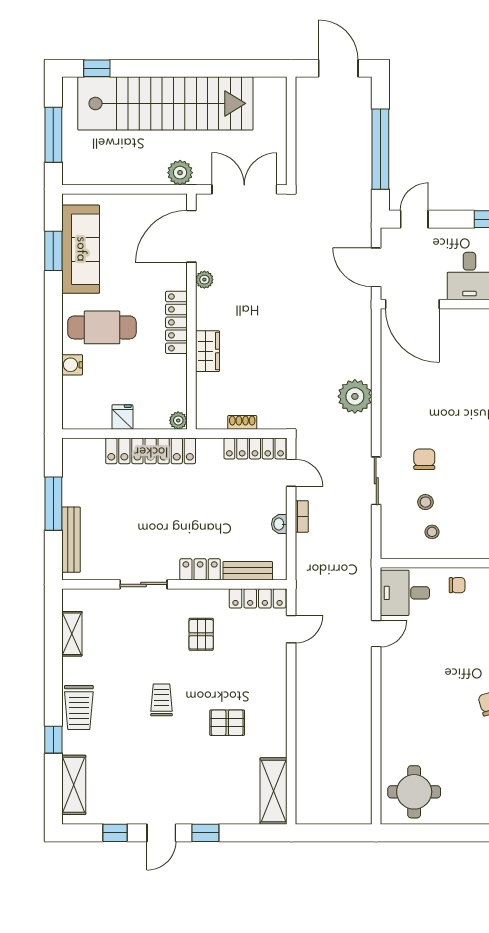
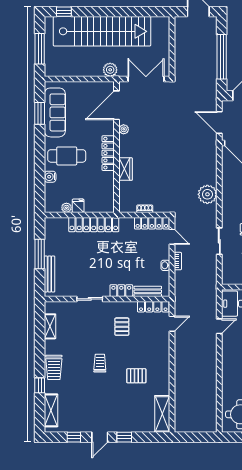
plant: (178, 420) -> (66, 208), moved

